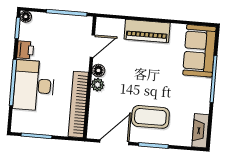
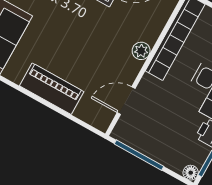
floor lamp: (98, 70) -> (132, 68), removed

